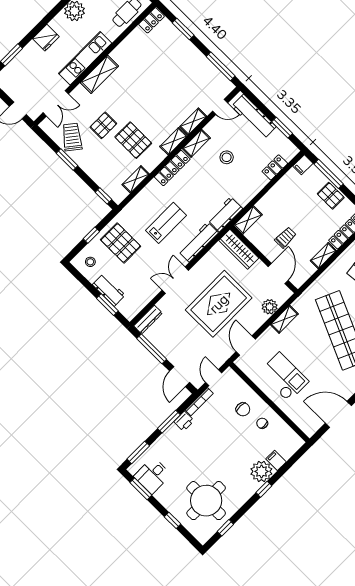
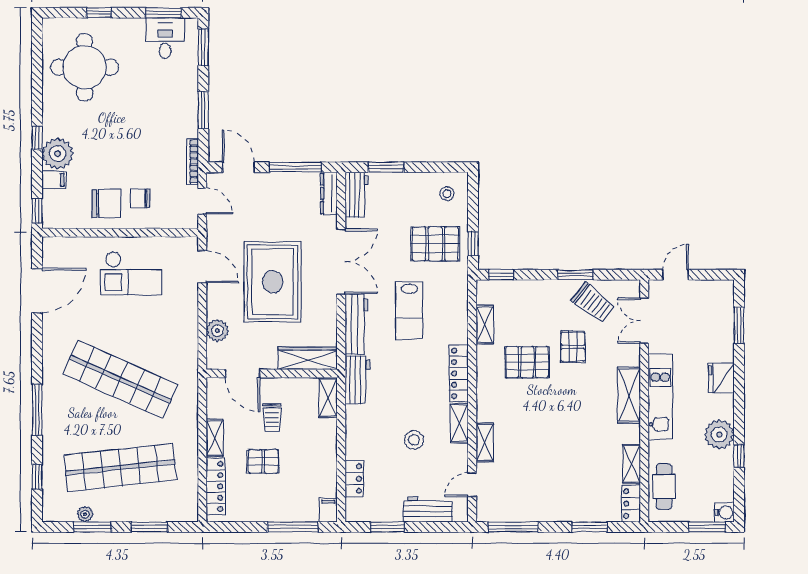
workbench: (254, 116) -> (428, 509), width x0.73
shelving: (174, 141) -> (631, 464), moved
pallet: (331, 196) -> (263, 461), moved
window: (91, 235) -> (473, 244), moved
double door: (175, 280) -> (341, 262), width x1.37
workbench: (109, 290) -> (357, 194), moved, turned -90
shelving: (284, 319) -> (189, 333), removed
printer: (184, 421) -> (188, 126), removed
chair: (262, 423) -> (106, 204), width x1.87, depth x1.87
window: (225, 528) -> (37, 211), moved

